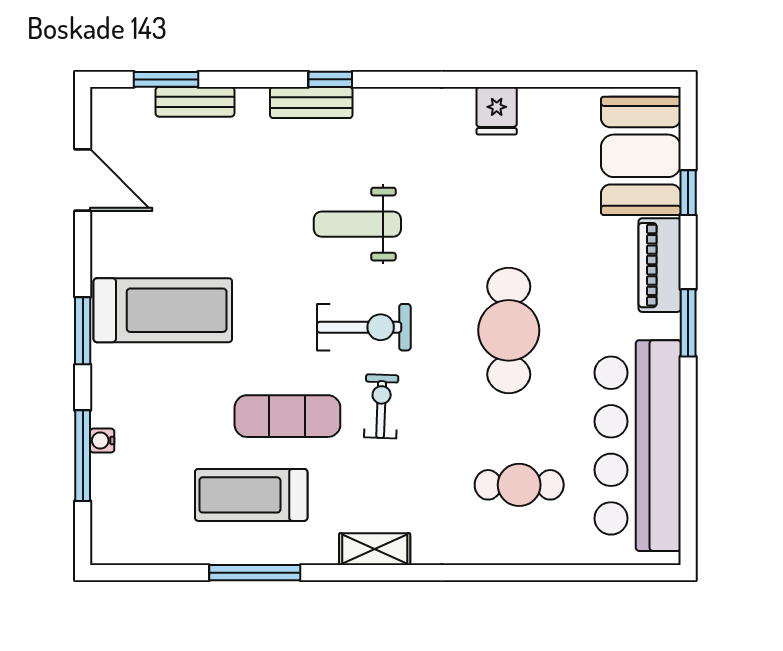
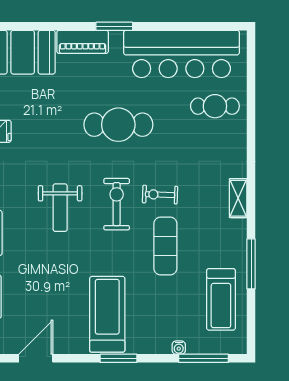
window: (688, 193) -> (43, 26), removed
window: (83, 456) -> (204, 358), moved
cafe table: (519, 485) -> (215, 106), moved, turned 90
treadmill: (251, 495) -> (221, 299), moved

